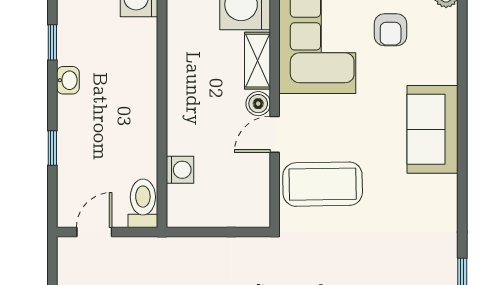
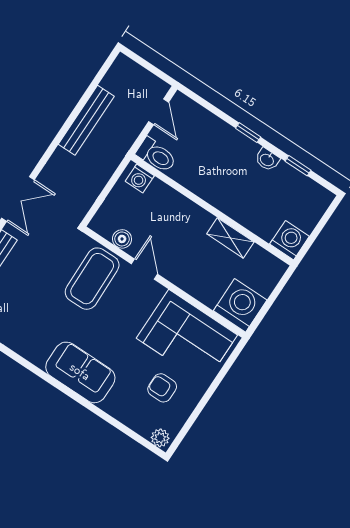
shelving: (258, 61) -> (230, 238), moved
boiler: (258, 104) -> (122, 239), moved
window: (52, 148) -> (248, 133), moved
washing machine: (180, 170) -> (140, 178), moved

